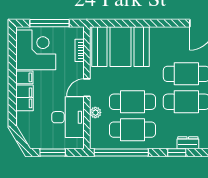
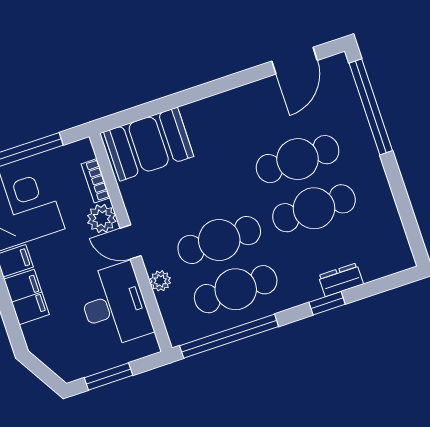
booth: (120, 47) -> (149, 144), width x0.73, depth x0.70
plant: (76, 71) -> (102, 219), added
door: (87, 88) -> (131, 242), hinge flipped

